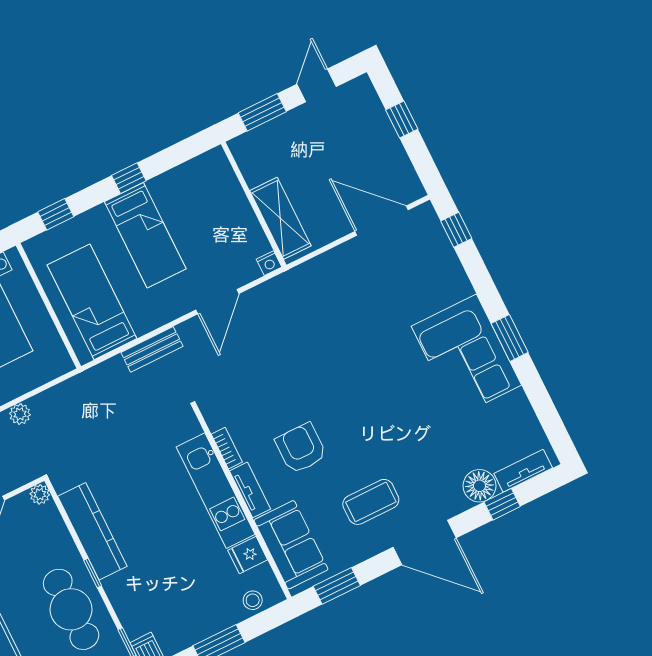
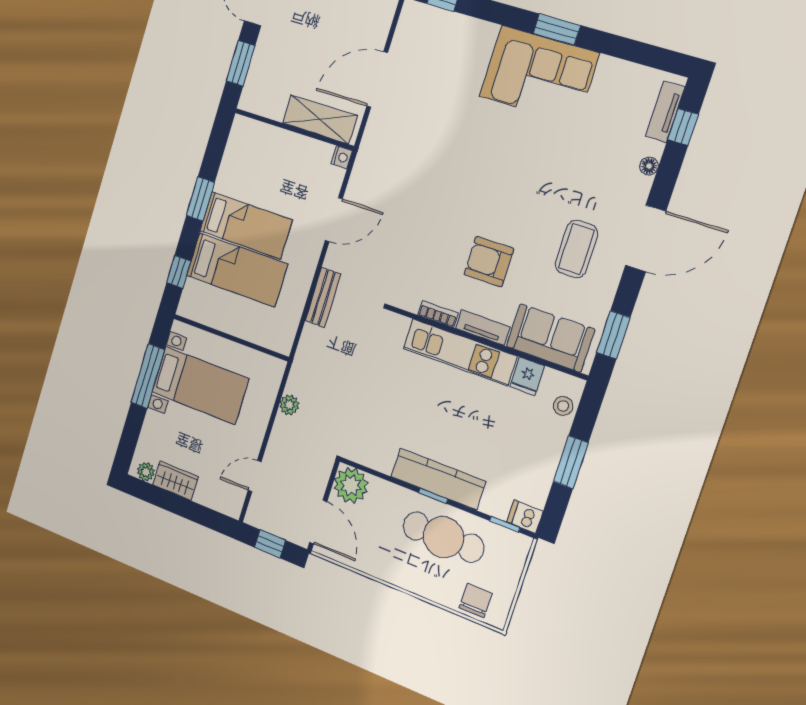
window: (129, 178) -> (200, 199), width x1.50
door: (381, 221) -> (377, 79), moved
bed: (92, 302) -> (237, 270), moved, turned 180
door: (217, 302) -> (334, 220), hinge flipped
plant: (20, 414) -> (289, 405), moved
floor lamp: (479, 486) -> (649, 166), width x0.53, depth x0.53
plant: (40, 494) -> (351, 485), width x1.87, depth x1.87
window: (502, 504) -> (683, 127), moved
kitchen counter: (92, 531) -> (438, 479), moved

